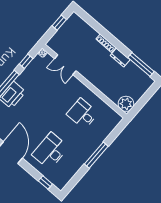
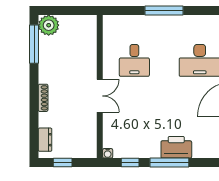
dresser: (120, 58) -> (45, 140), moved
double door: (65, 65) -> (100, 96), moved
plant: (126, 104) -> (49, 25), moved

